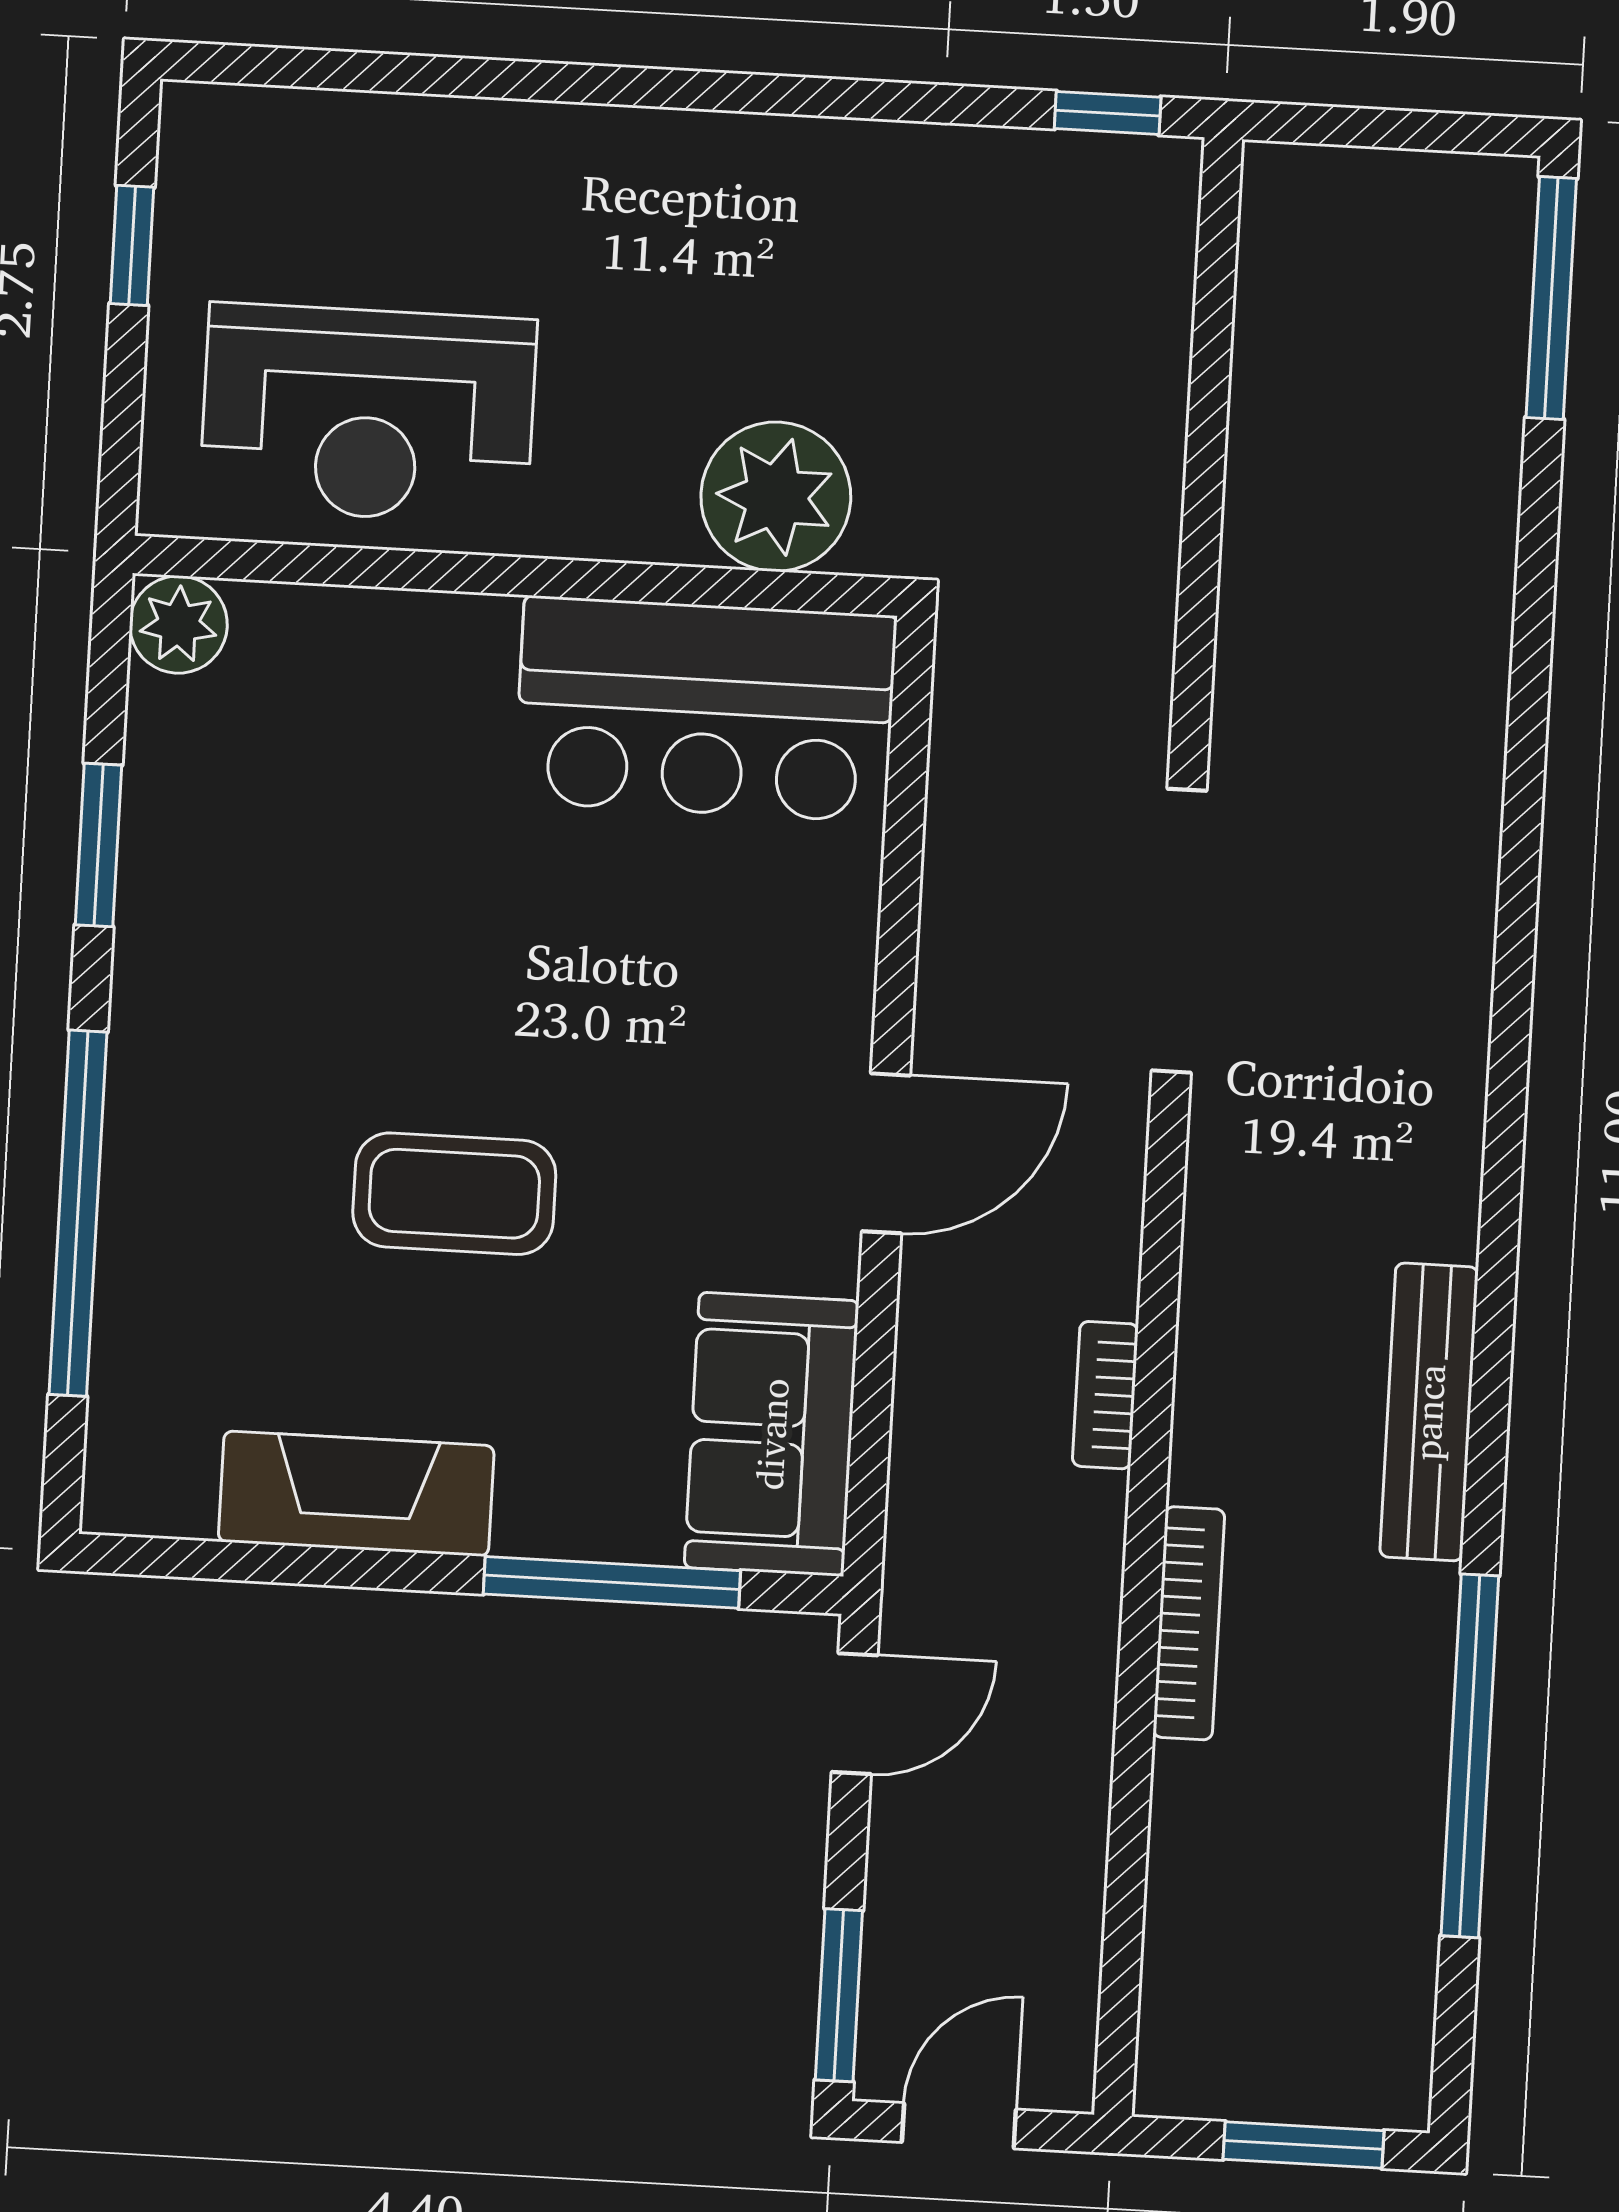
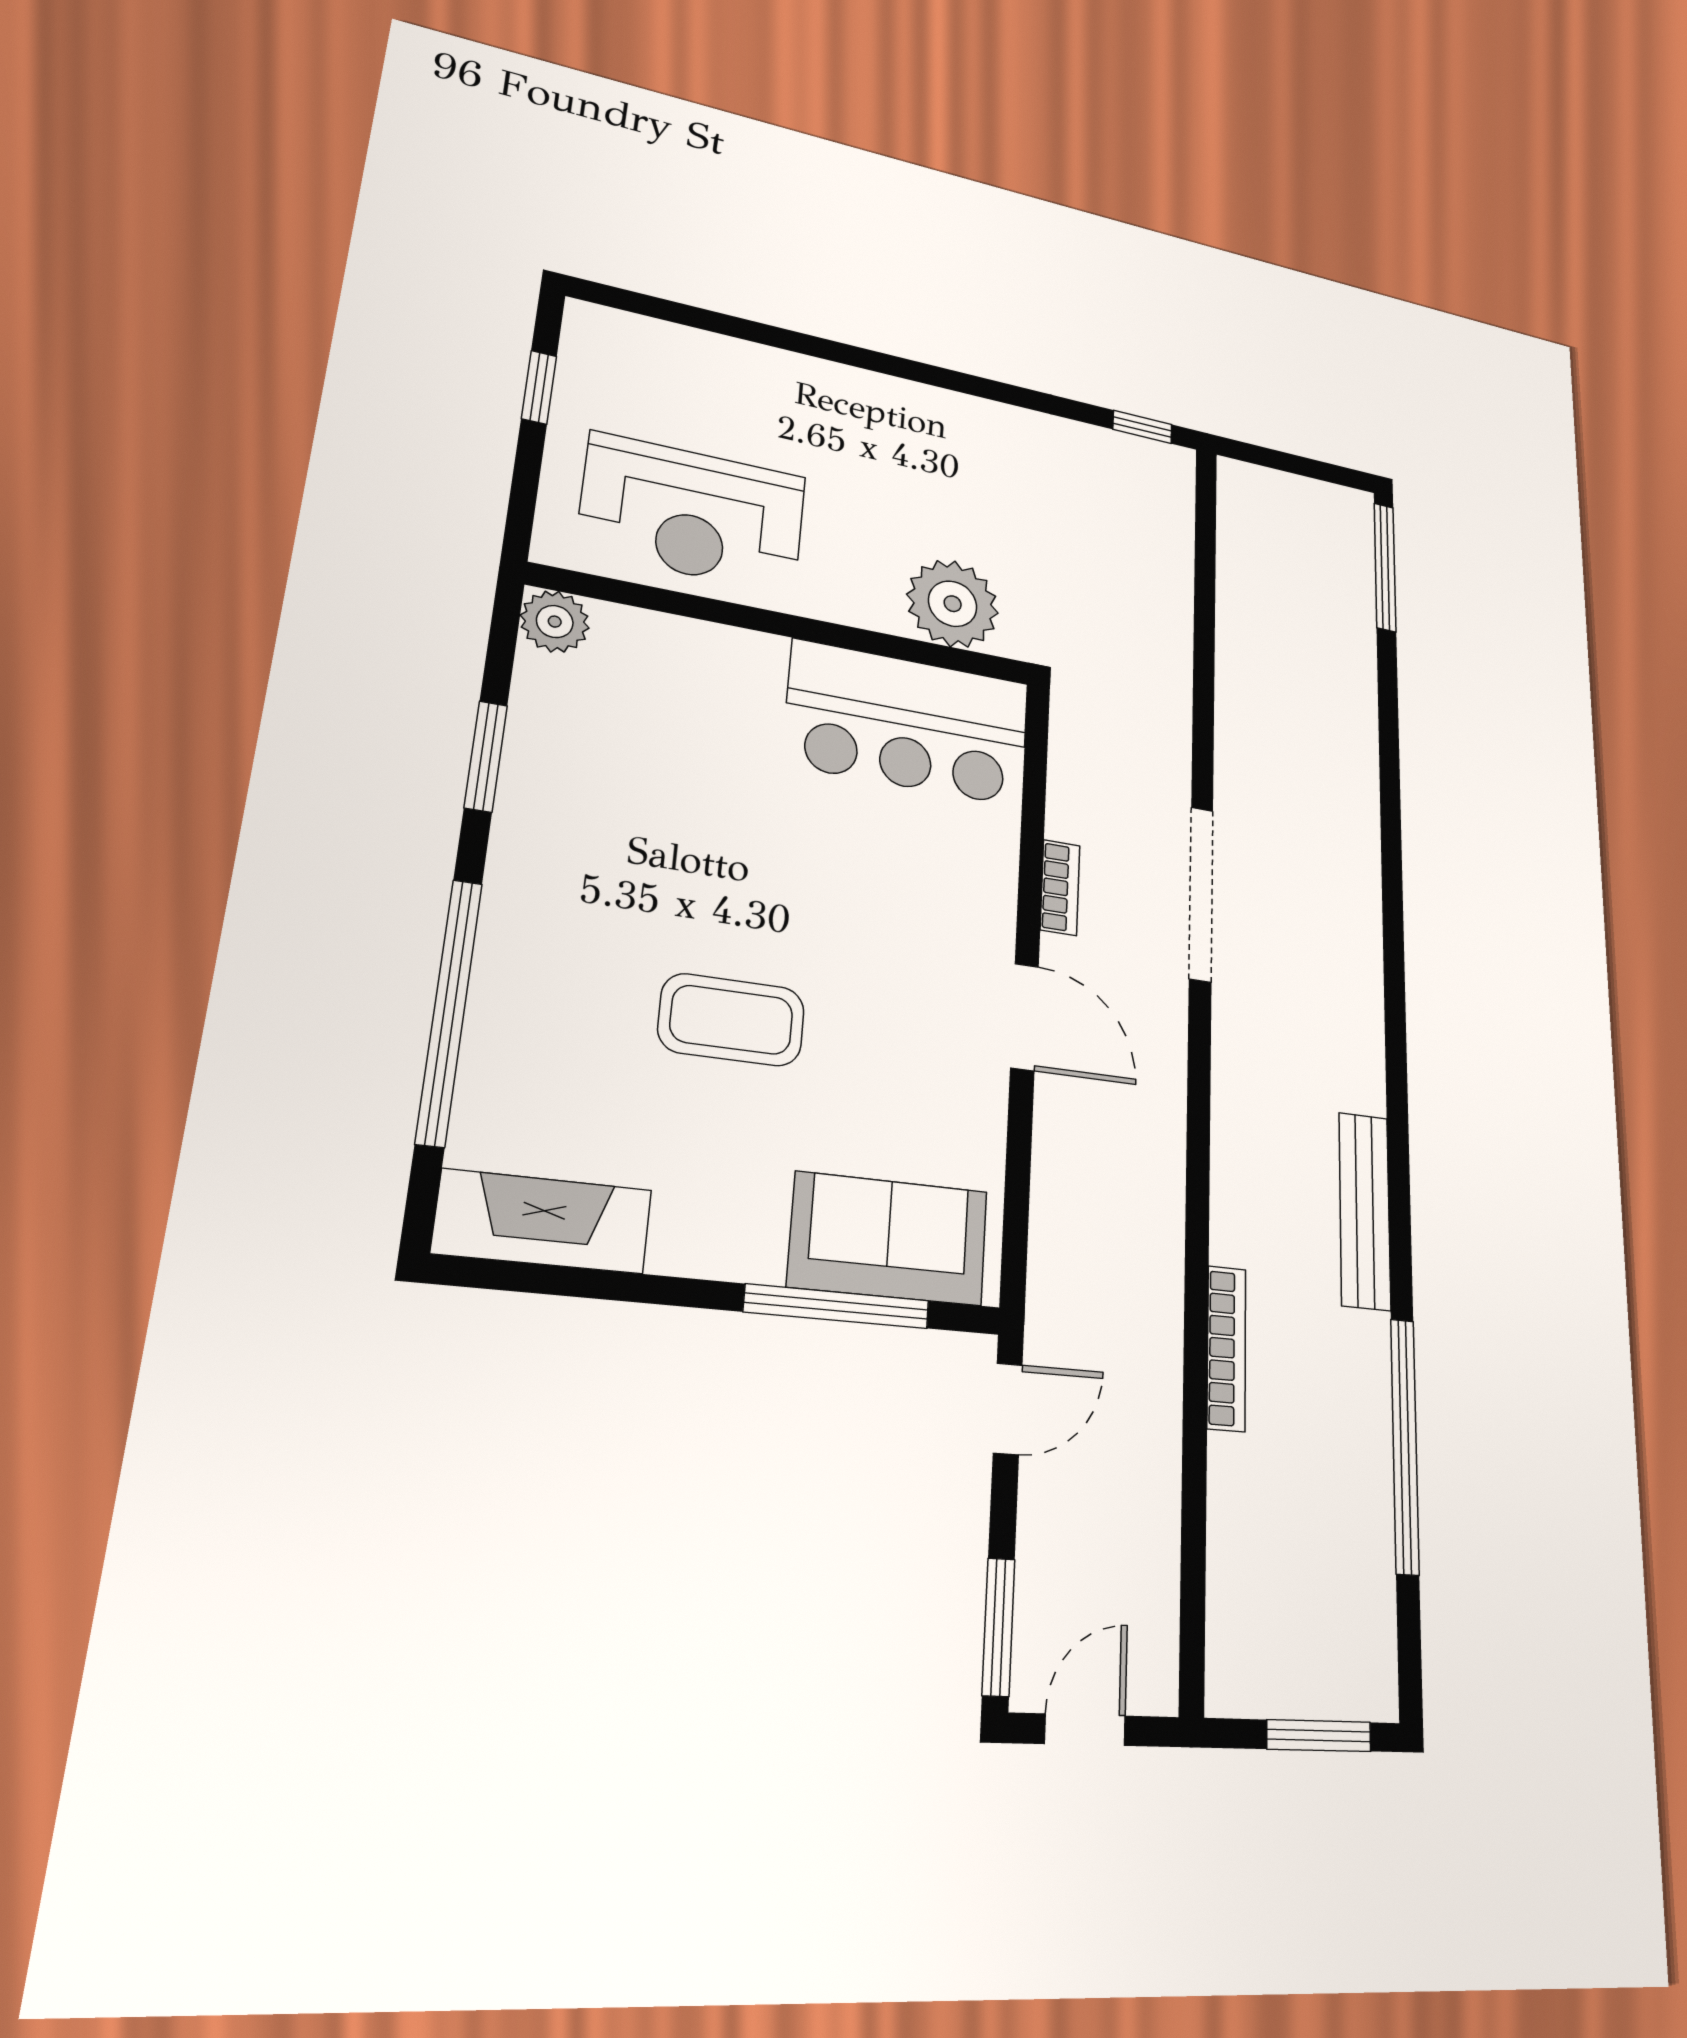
door: (886, 1153) -> (1024, 1017), hinge flipped
bookcase: (1105, 1395) -> (1060, 888), moved, turned 180
sofa: (772, 1434) -> (889, 1239), moved, turned 90
fireplace: (356, 1494) -> (543, 1221), moved

